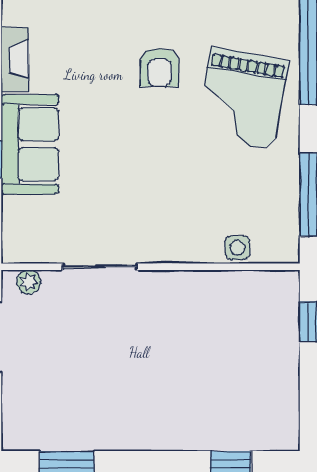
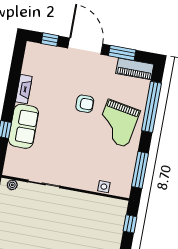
armchair: (160, 67) -> (85, 104), turned -90

